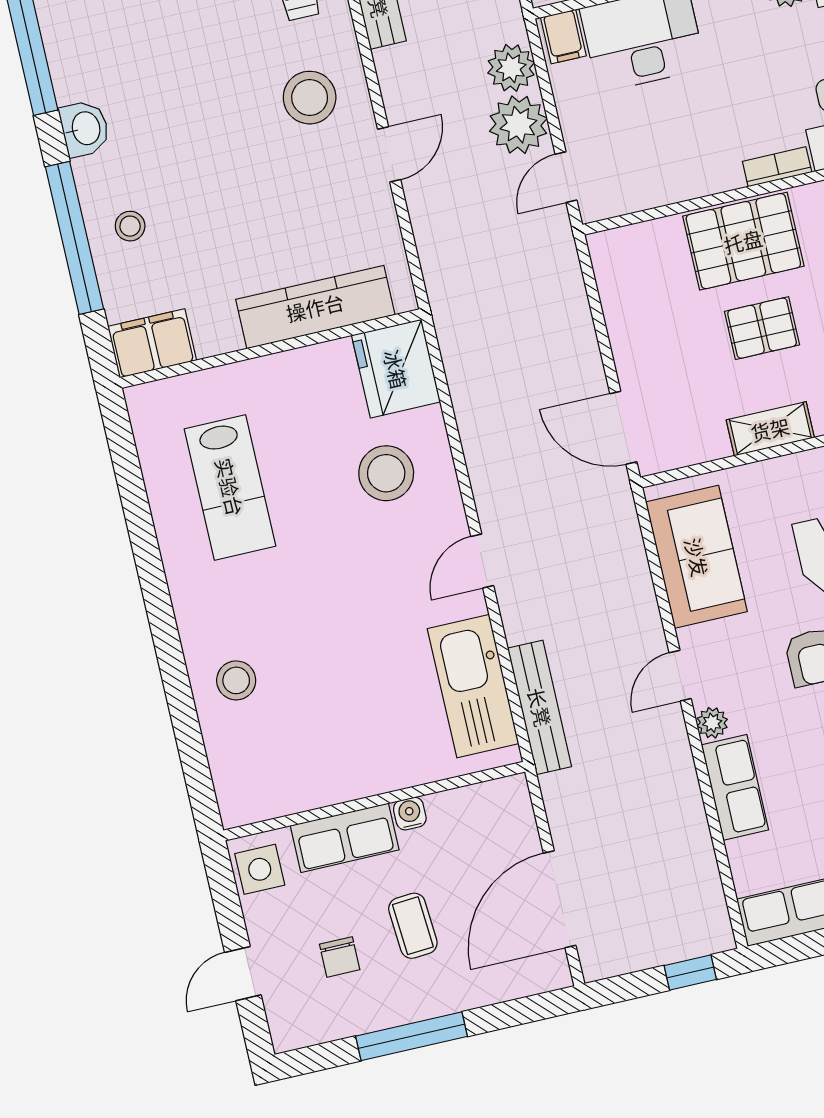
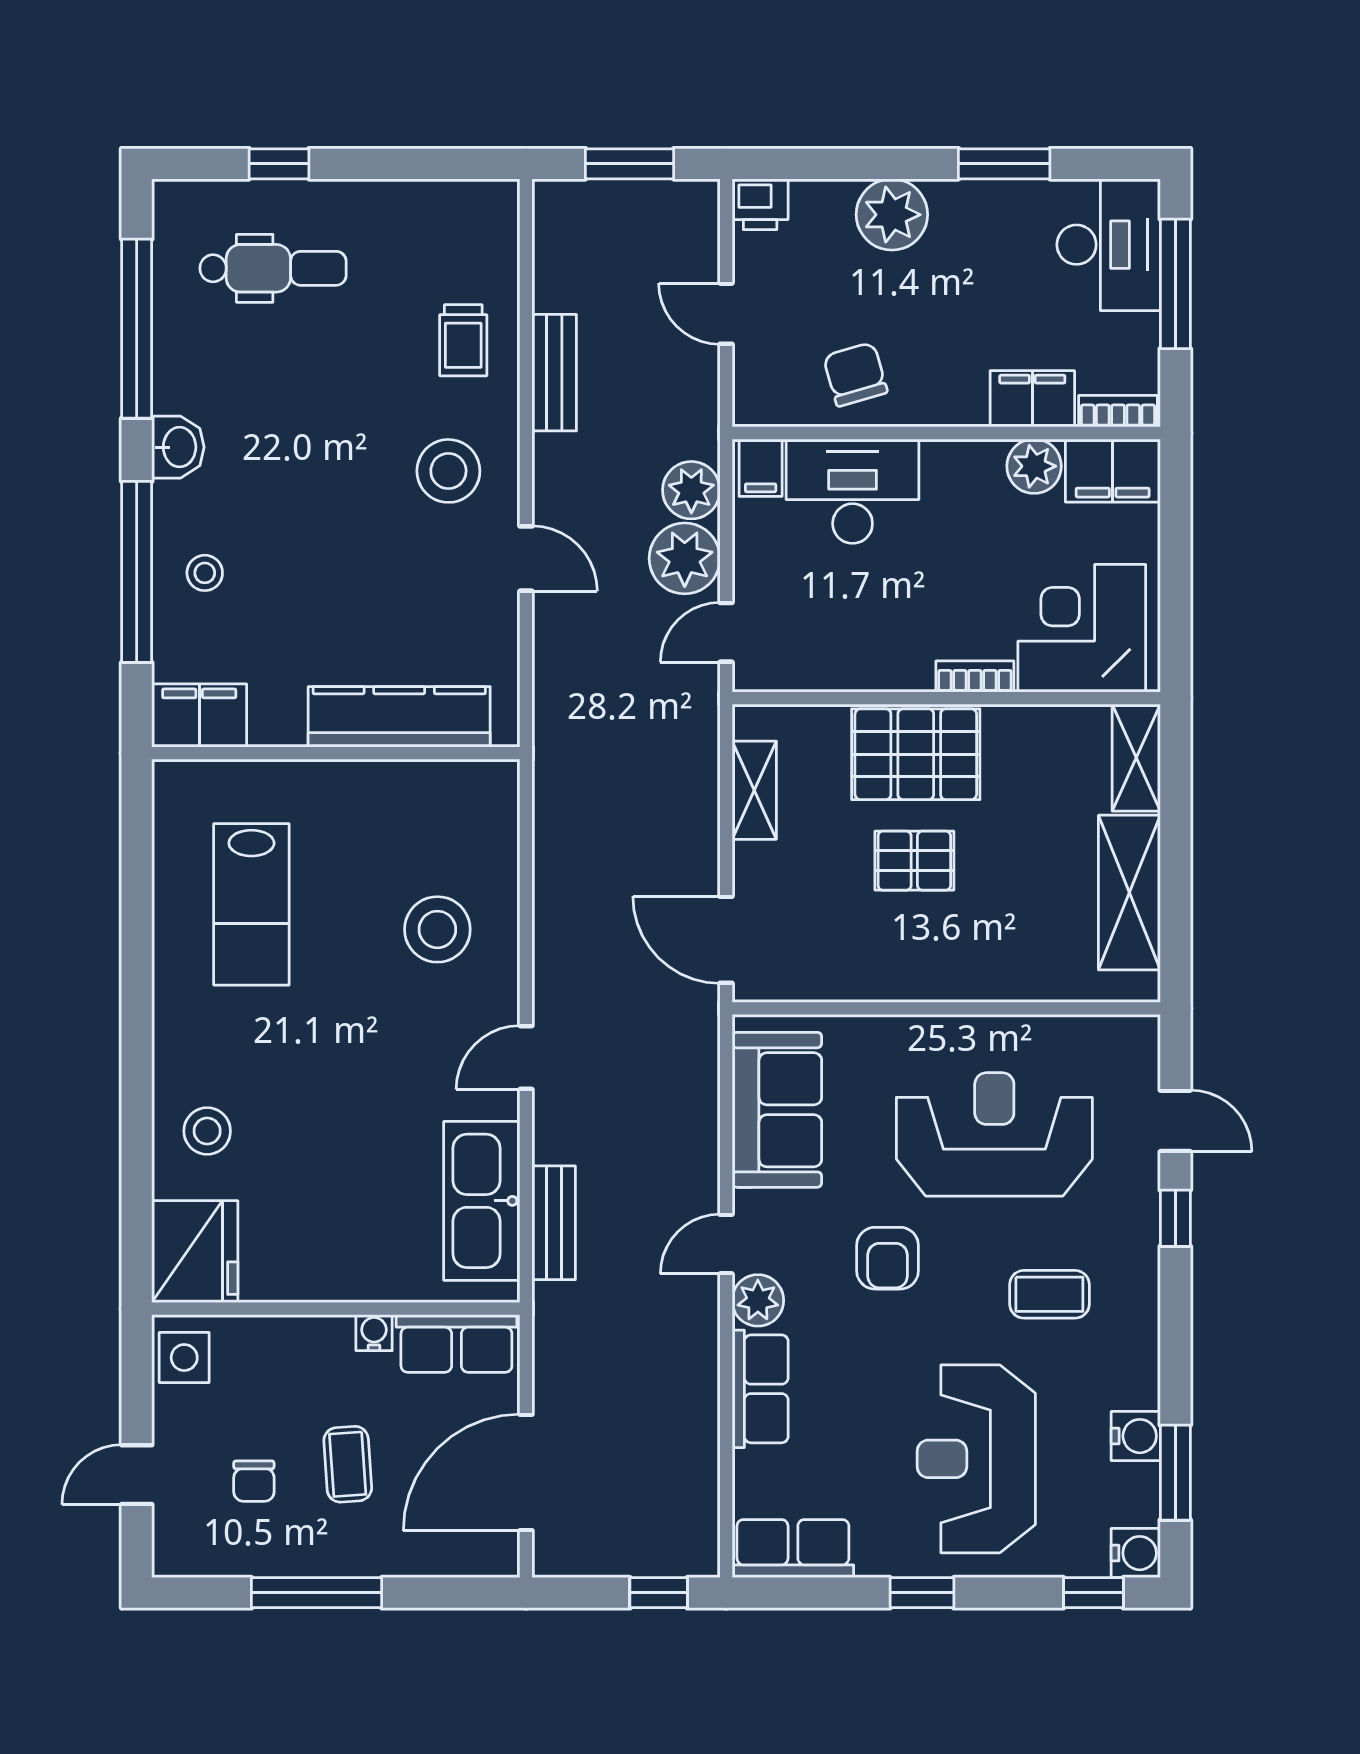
door: (389, 154) -> (526, 559), hinge flipped
fridge: (396, 369) -> (195, 1252), moved, turned 180
shelving: (770, 429) -> (754, 790), moved, turned 90
bench: (540, 707) -> (554, 1223), width x0.73
plant: (712, 723) -> (758, 1300), width x1.38, depth x1.38
row of seats: (345, 838) -> (456, 1343), moved

